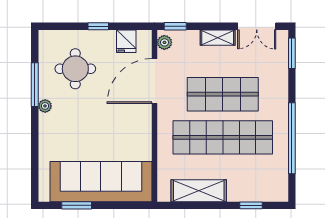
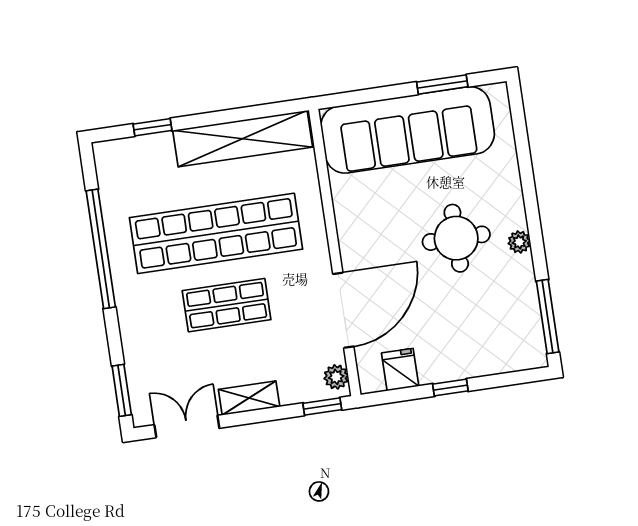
round table: (75, 69) -> (456, 238), moved
window: (35, 85) -> (548, 317), moved
shop shelf: (223, 94) -> (227, 305), width x0.70, depth x0.74
shelving: (199, 191) -> (243, 139), width x1.47

